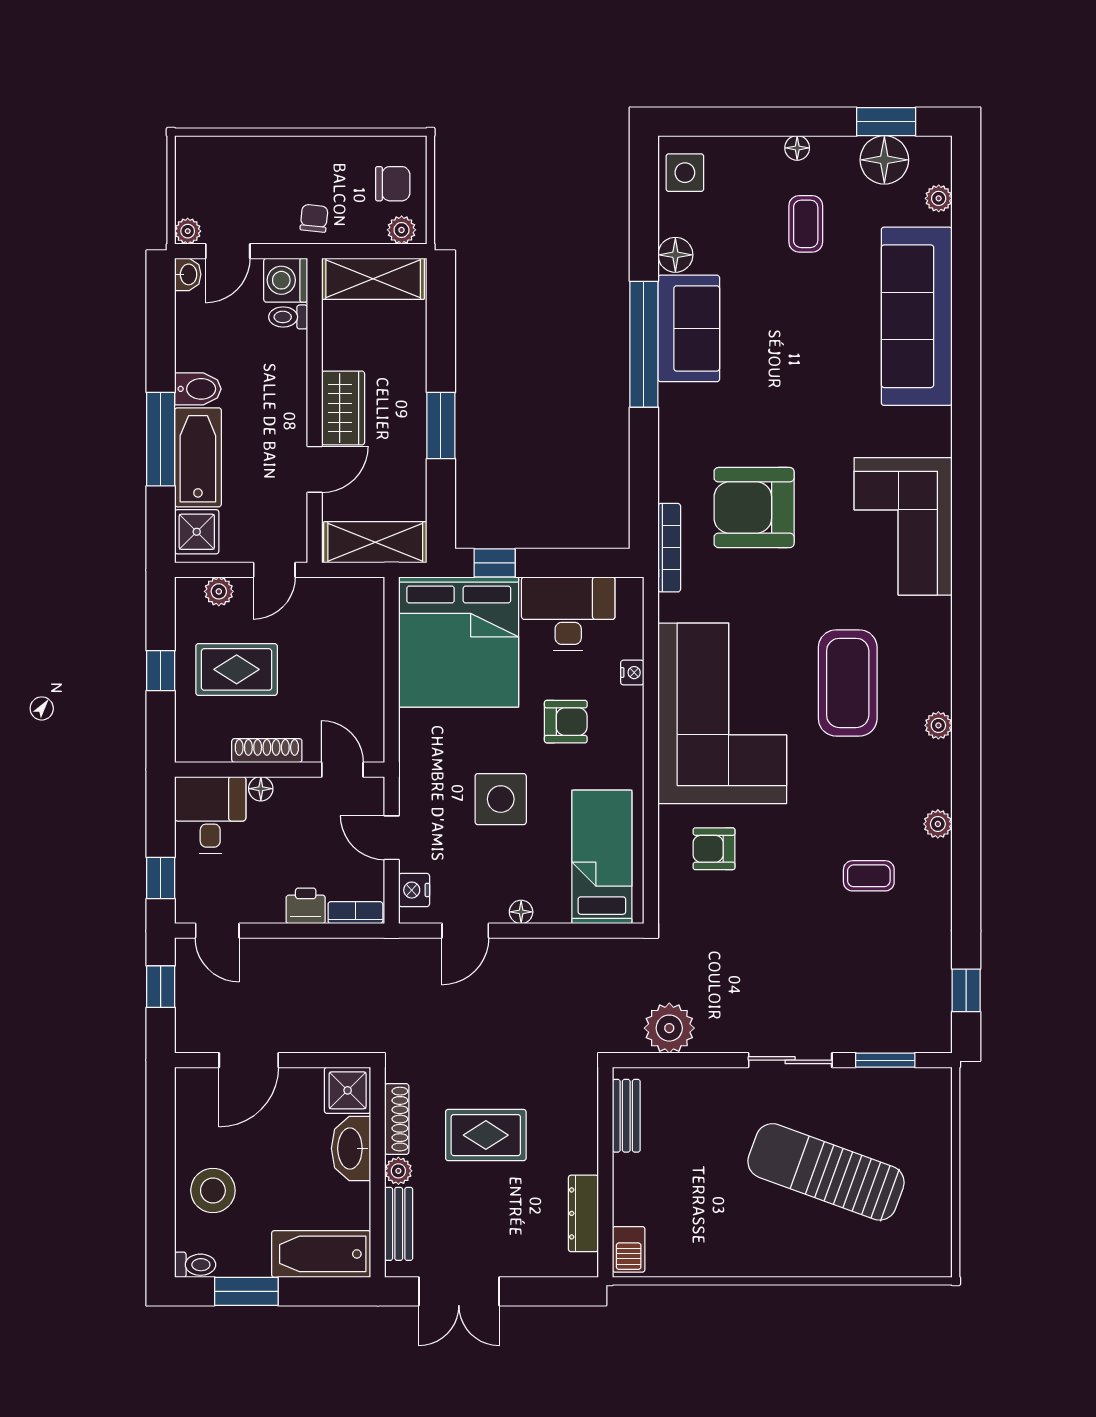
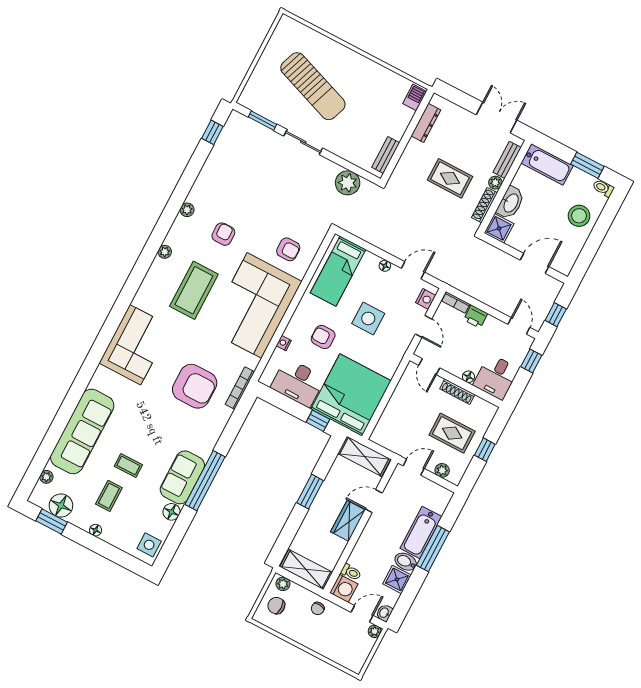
shower: (197, 532) -> (397, 579), moved
armchair: (848, 814) -> (223, 234), added
coffee table: (869, 876) -> (128, 465), moved

